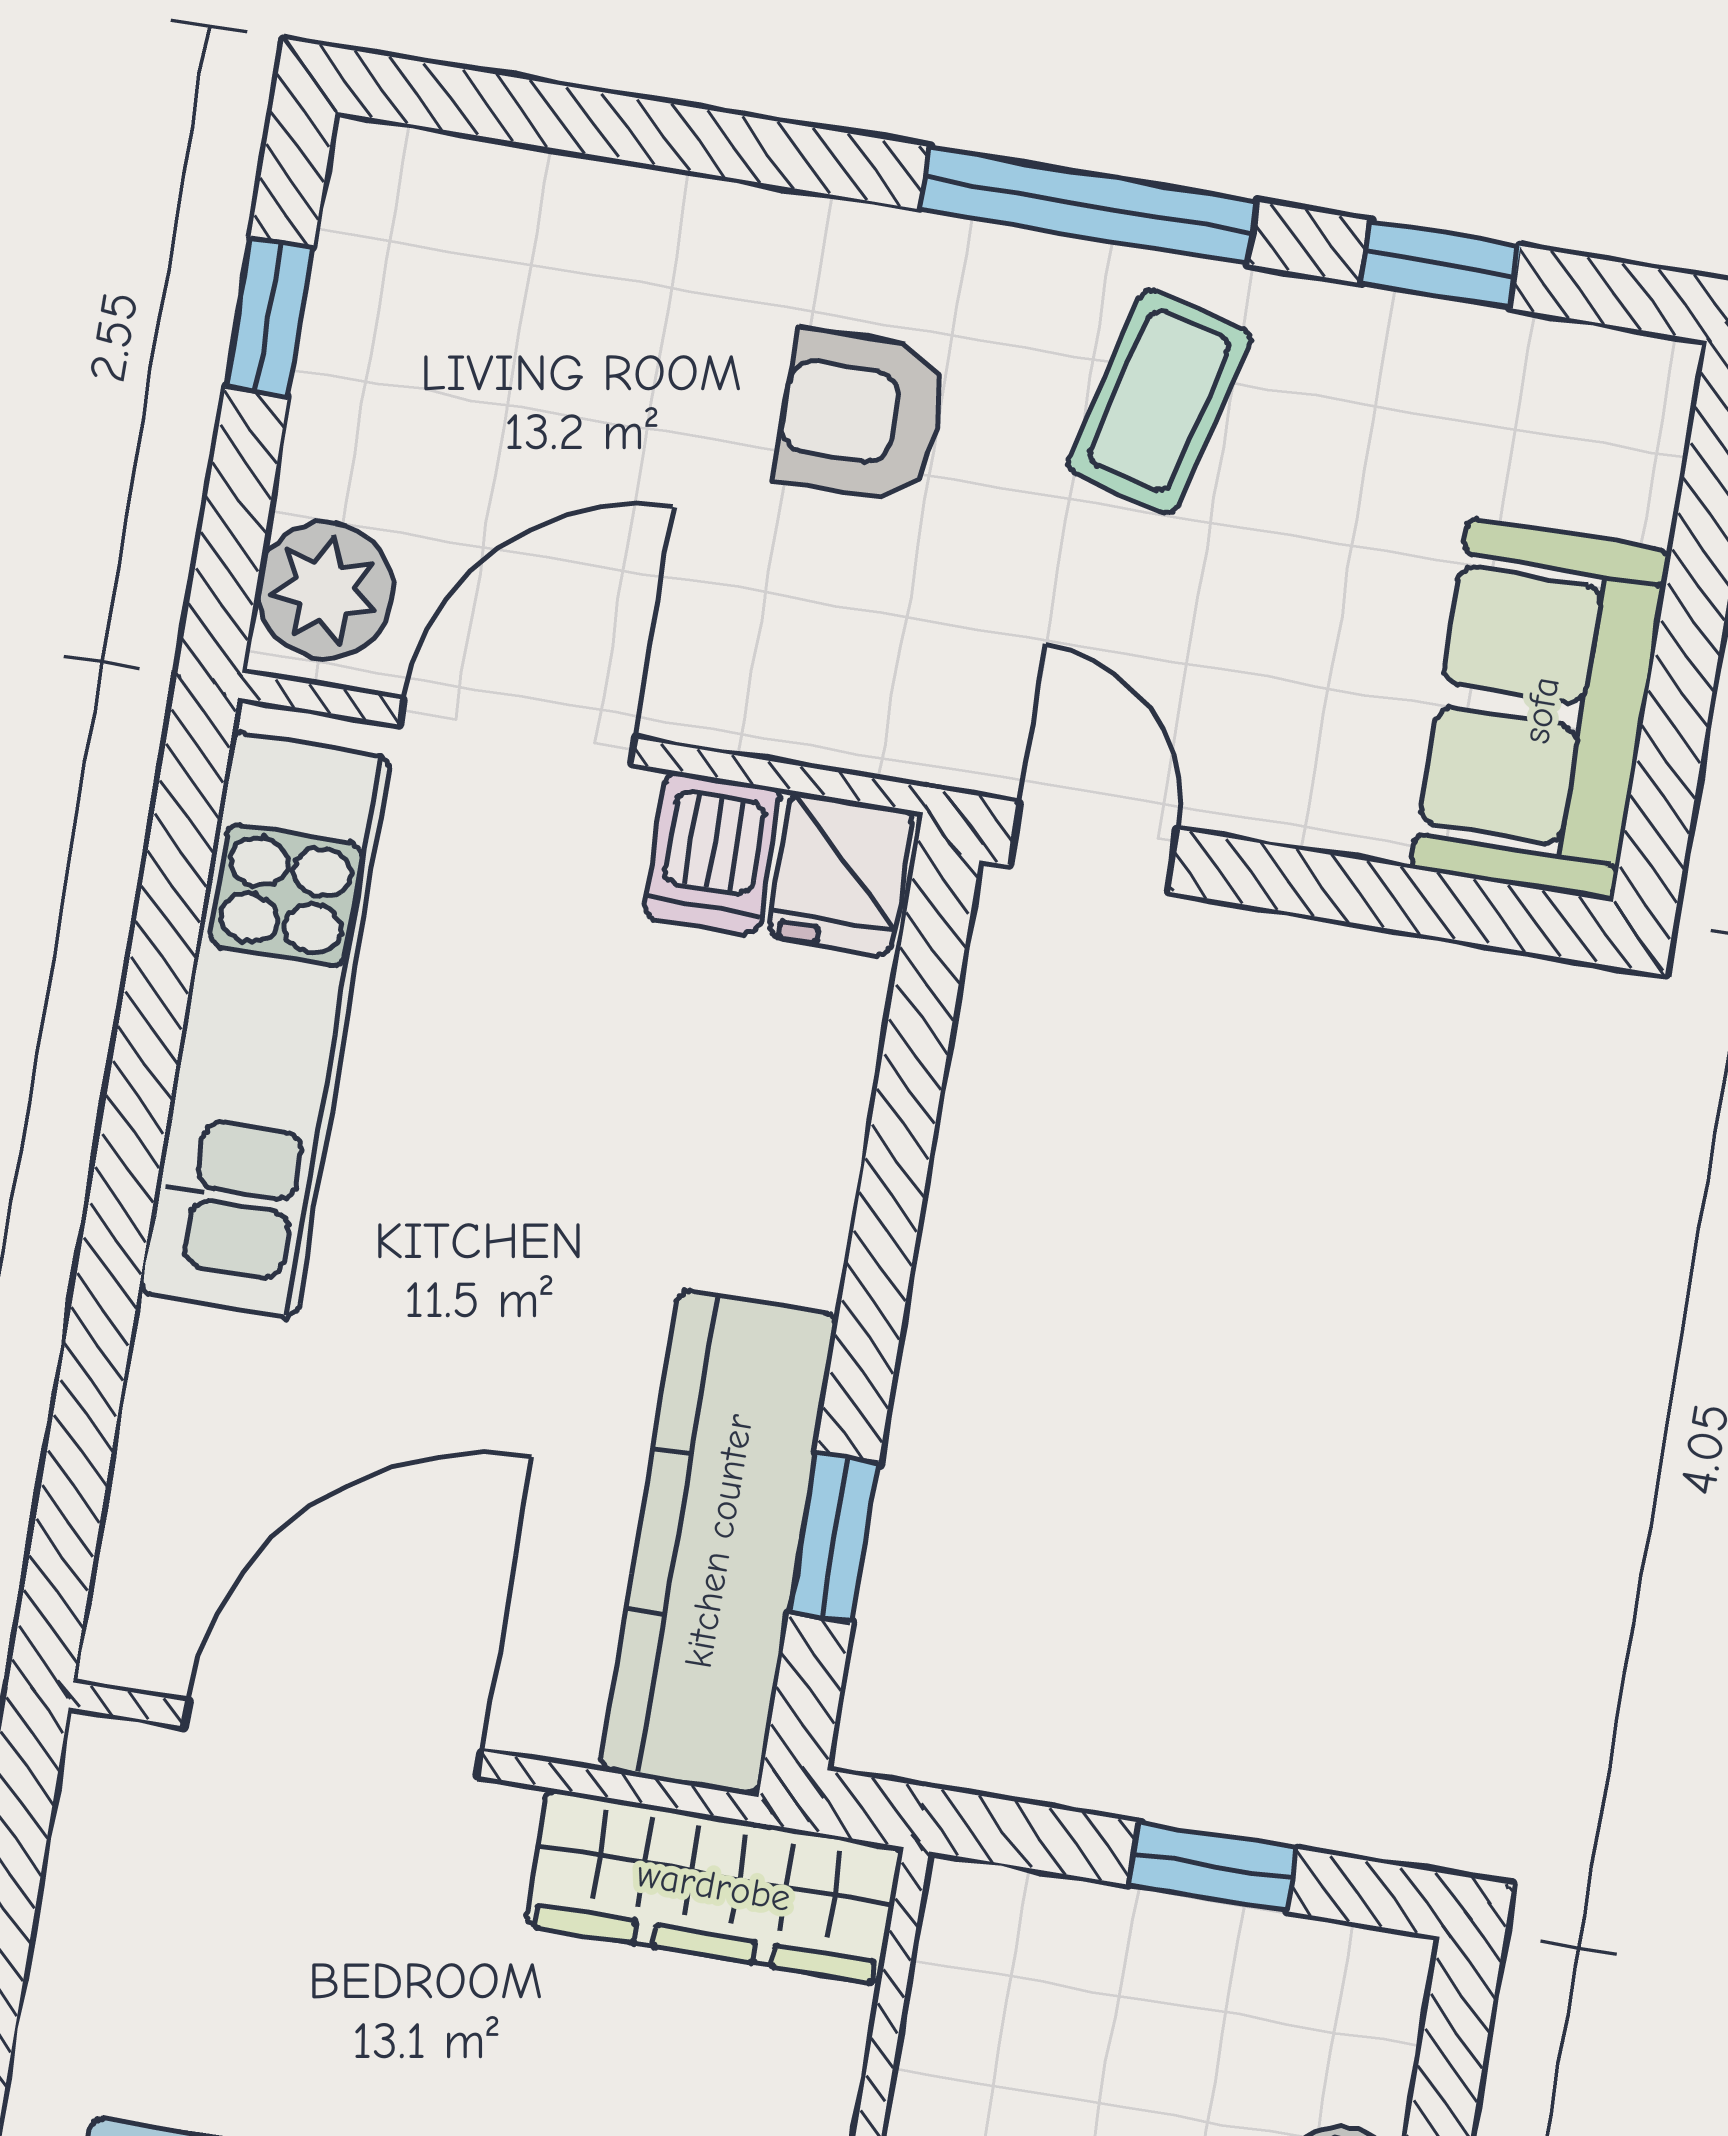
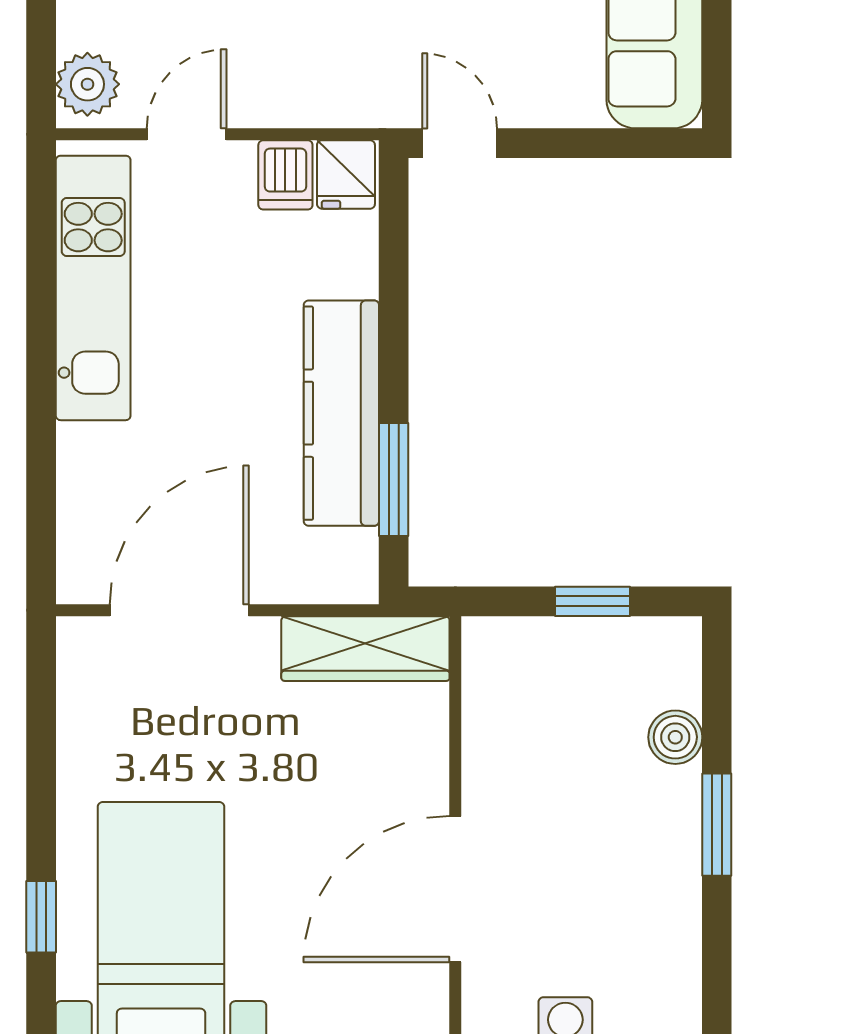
door: (517, 732) -> (187, 134), width x0.73
window: (834, 1538) -> (394, 479), width x1.50
kitchen counter: (719, 1541) -> (341, 413), moved

